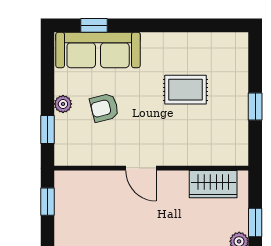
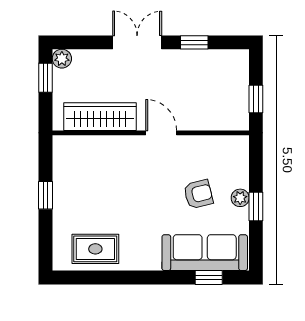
rug: (186, 90) -> (95, 249), moved
window: (48, 130) -> (256, 206), moved
wardrobe: (213, 184) -> (100, 117), width x1.50

